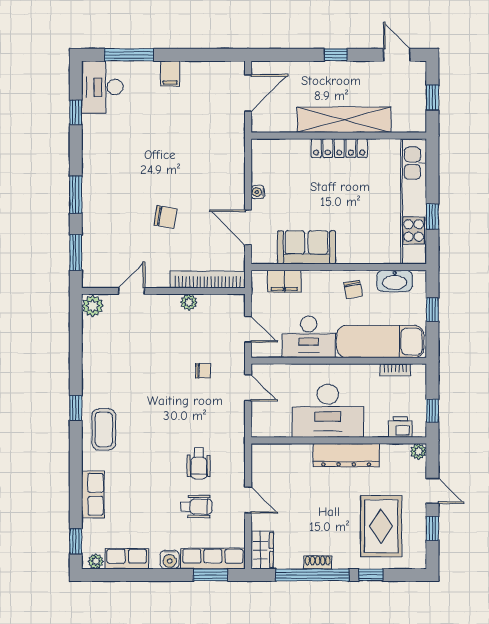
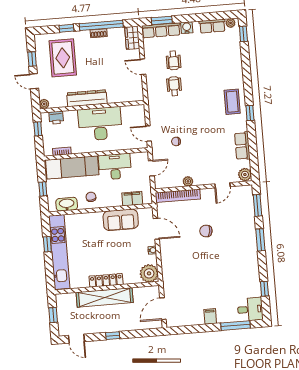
desk: (102, 87) -> (250, 309), width x0.73
plant: (266, 154) -> (149, 273), added
door: (248, 329) -> (151, 168), swing flipped
row of seats: (93, 494) -> (242, 146), moved
wheelchair: (196, 507) -> (173, 60), turned -90

